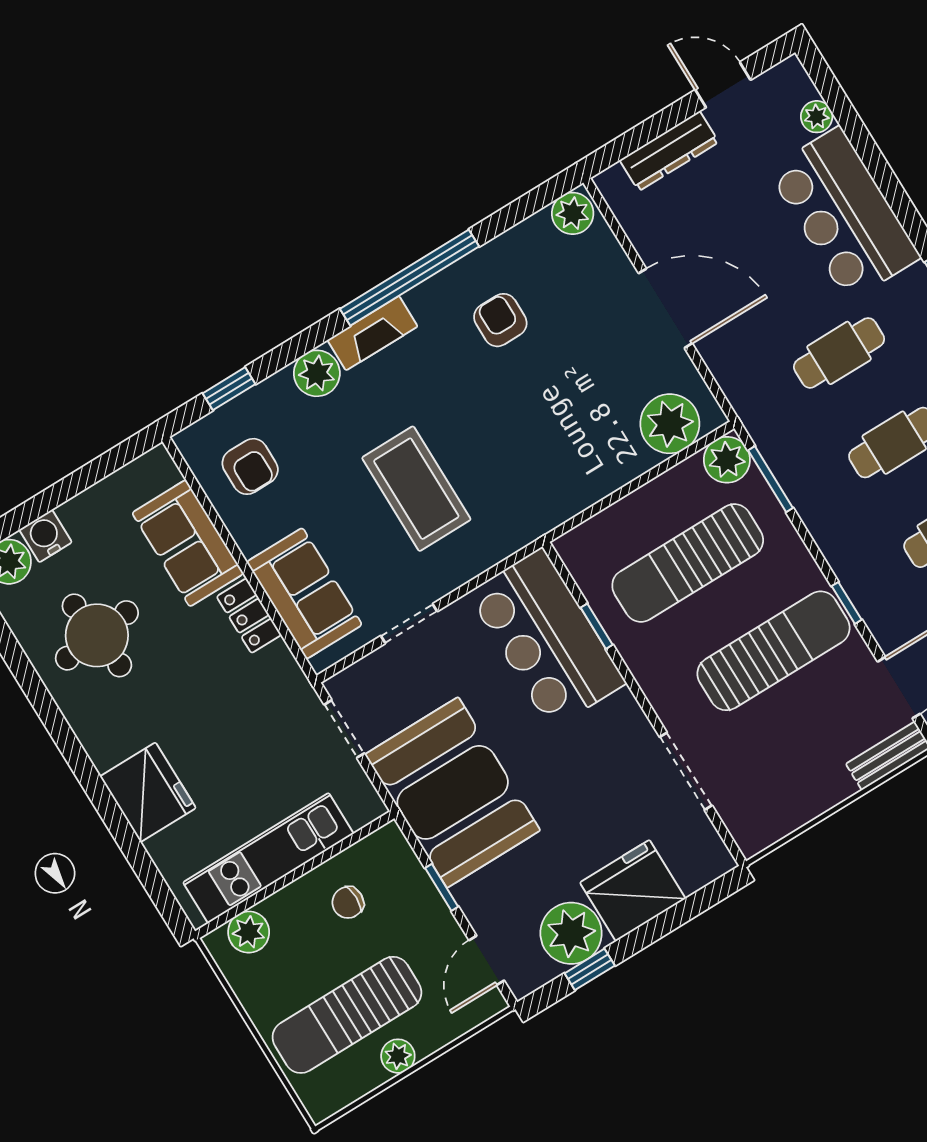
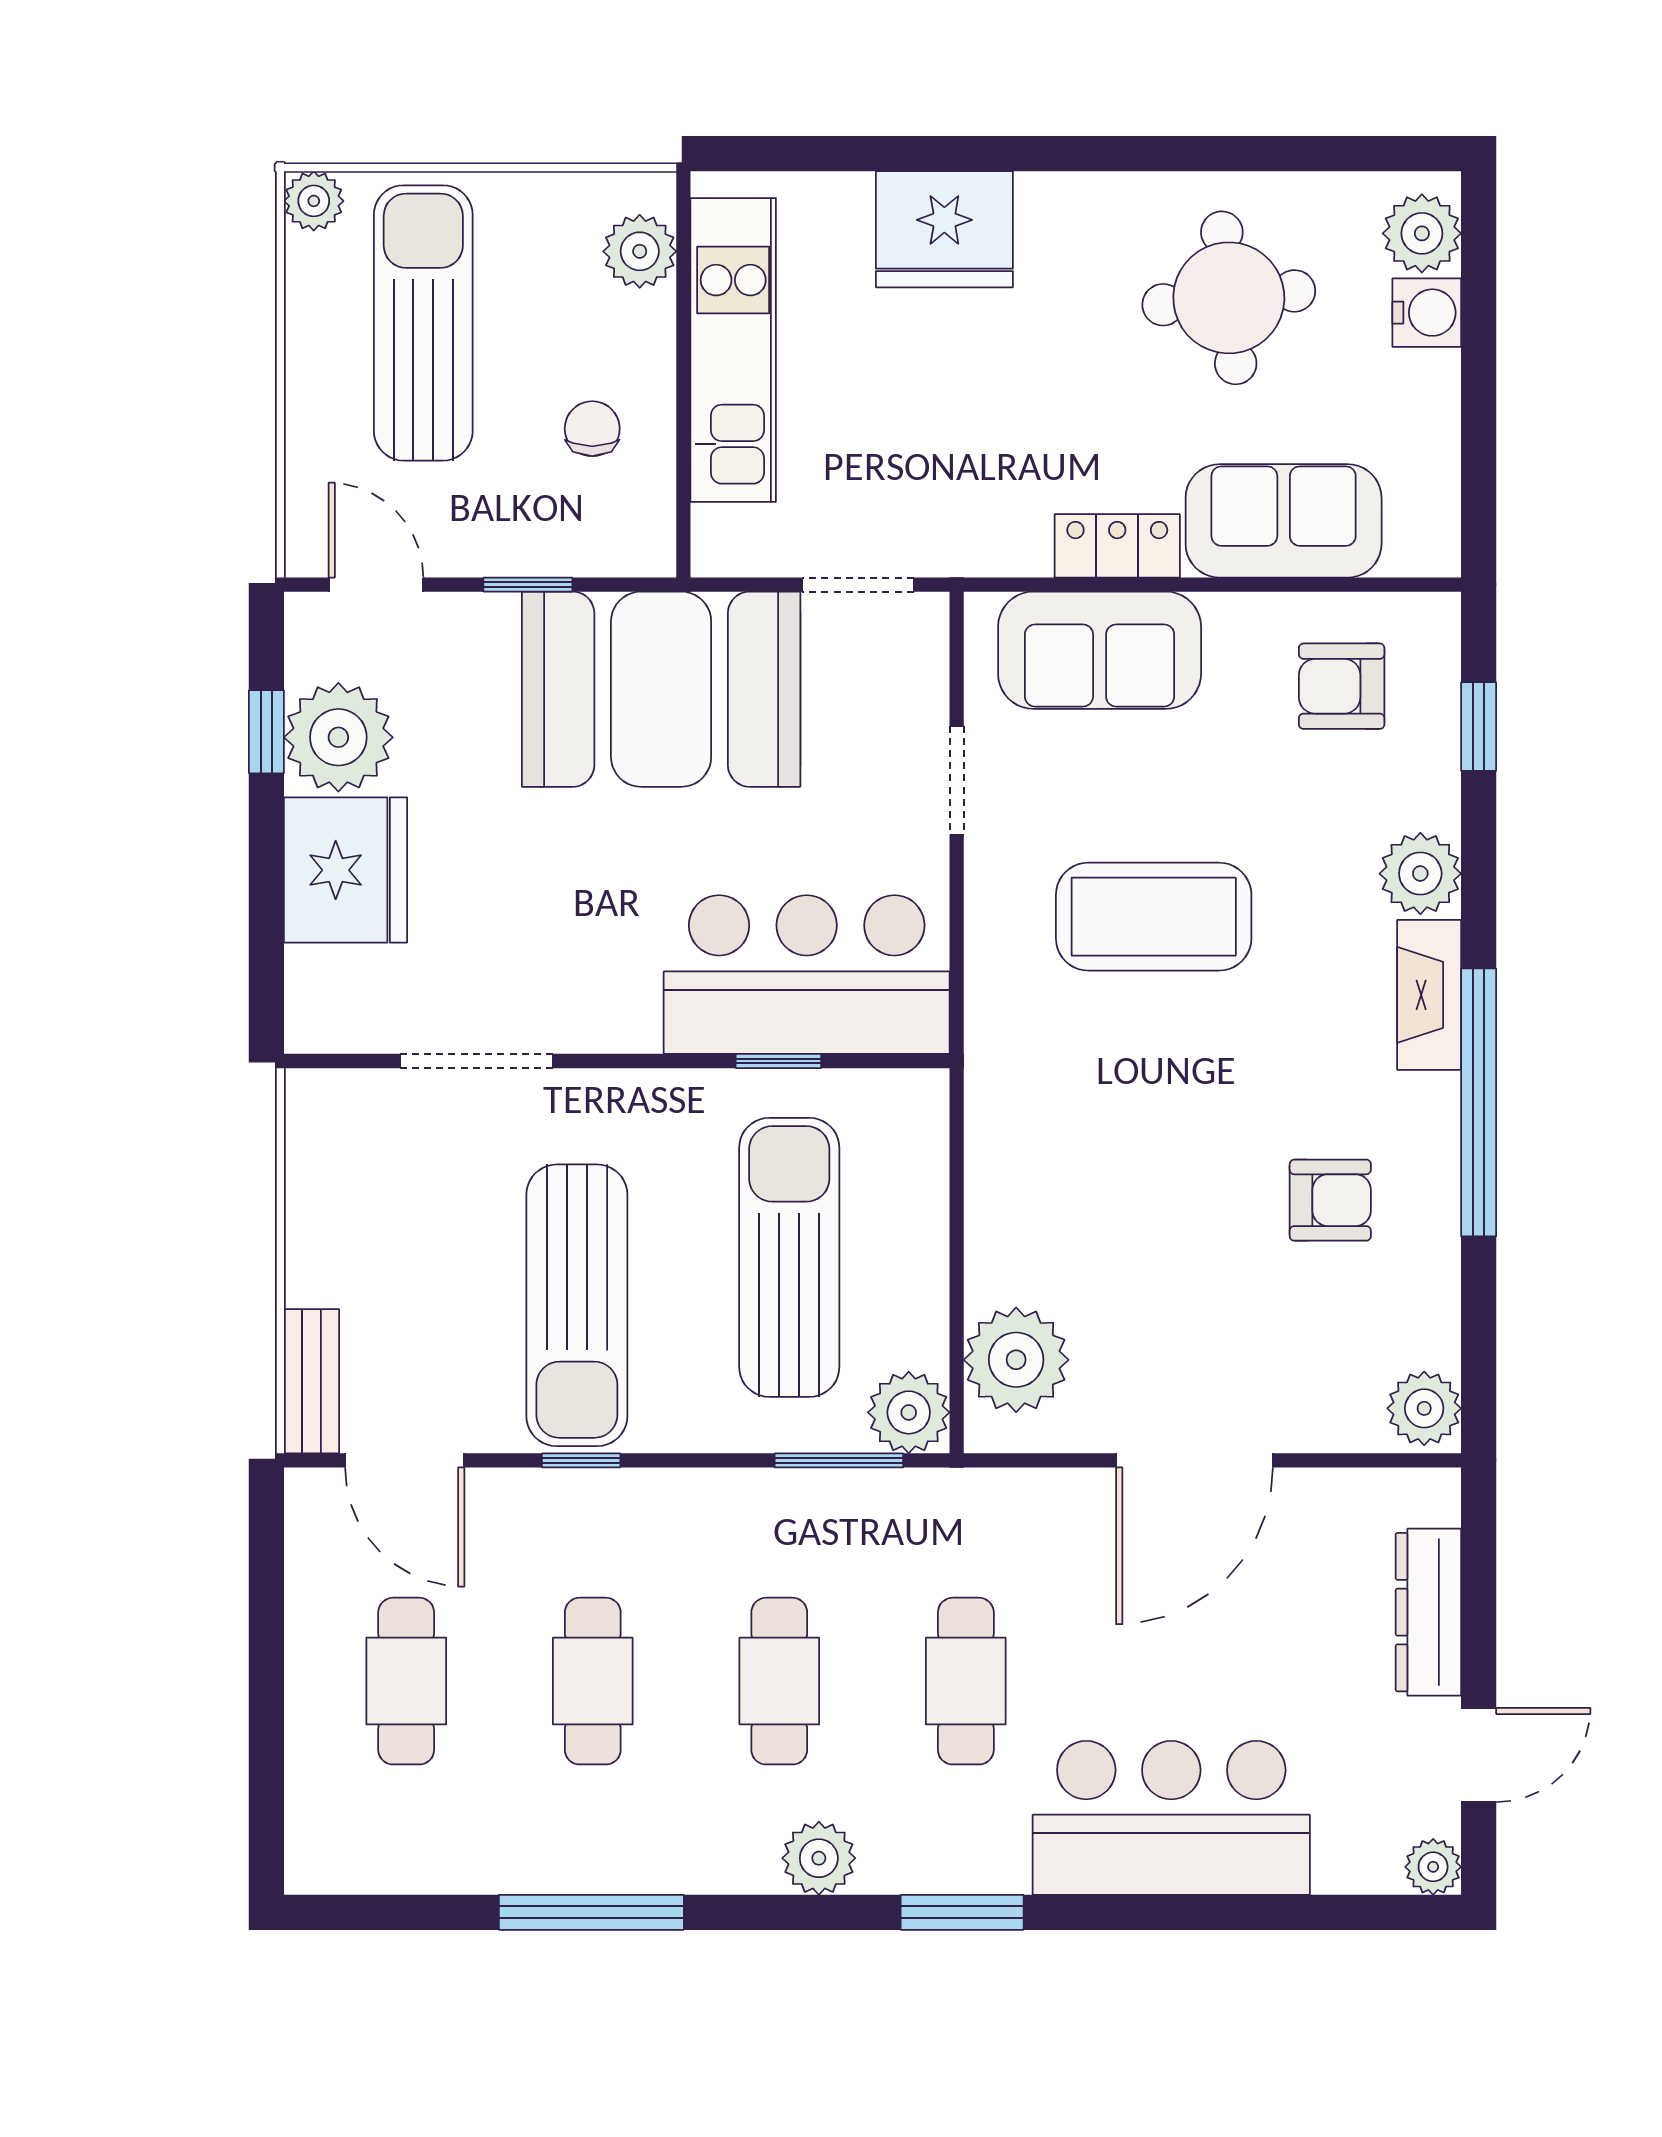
plant: (817, 117) -> (1433, 1867), moved
plant: (398, 1056) -> (314, 201), moved

